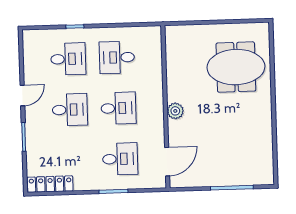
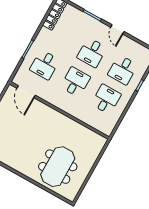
desk: (118, 108) -> (75, 82), turned 180
plant: (175, 111) -> (53, 115), removed

